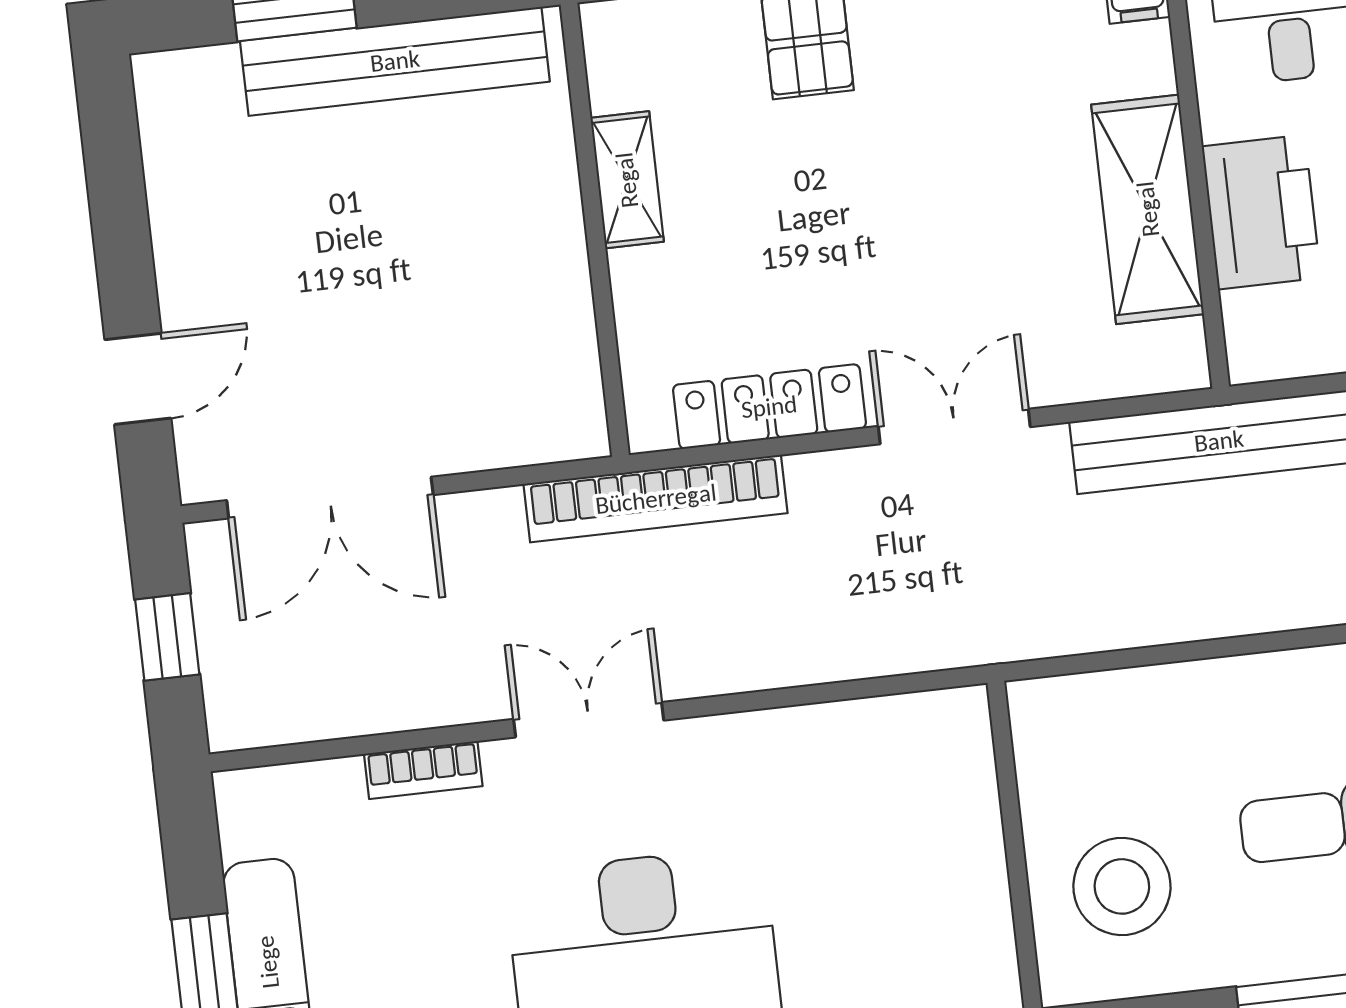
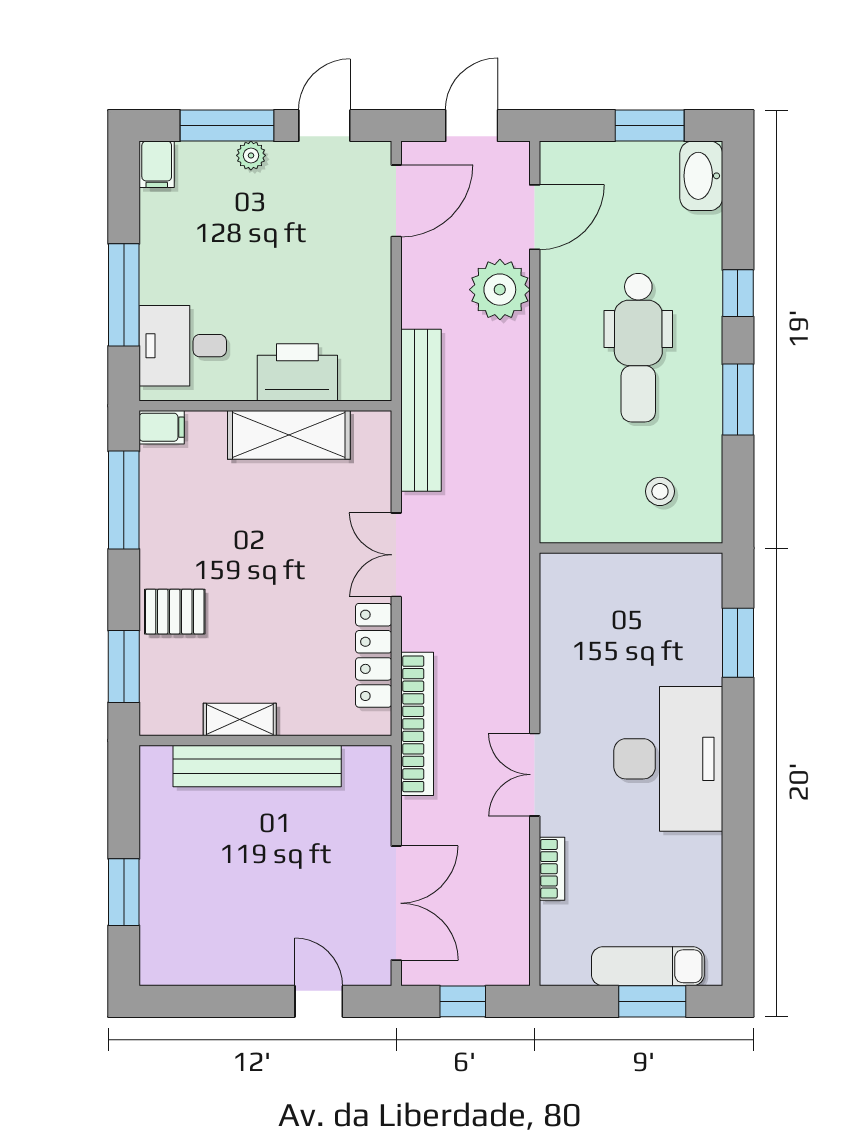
bench: (395, 61) -> (257, 766), moved, turned 90
stool: (1122, 886) -> (660, 491), width x0.53, depth x0.53

